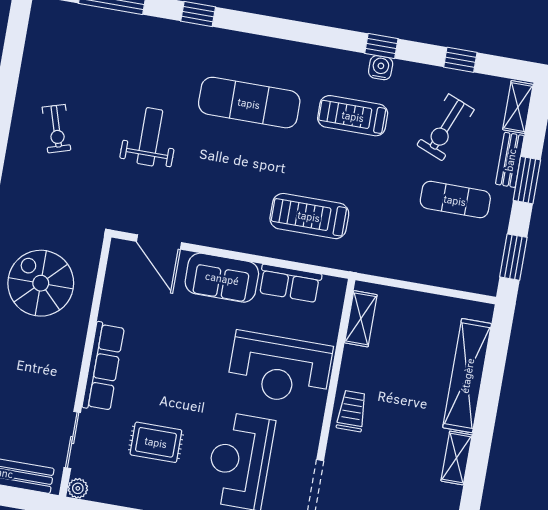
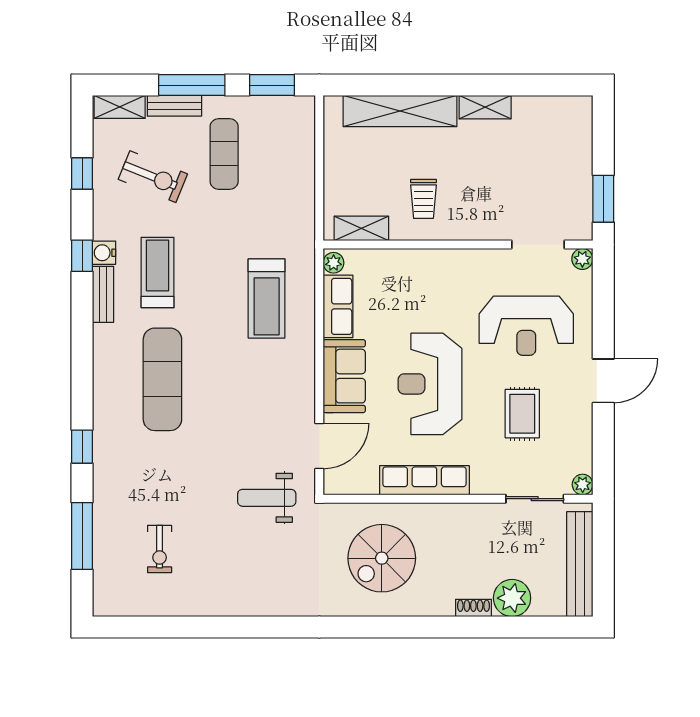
bench: (341, 60) -> (103, 294), added
treadmill: (353, 116) -> (158, 273), turned 180
exercise bike: (56, 129) -> (160, 549), moved, turned 107
weight bench: (150, 137) -> (267, 498), moved
window: (527, 180) -> (192, 85), width x1.44
plant: (332, 286) -> (334, 263), added
row of seats: (103, 367) -> (424, 480), moved
reception desk: (280, 368) -> (430, 384), moved, turned 180
trolley: (352, 411) -> (423, 199), moved, turned -90

